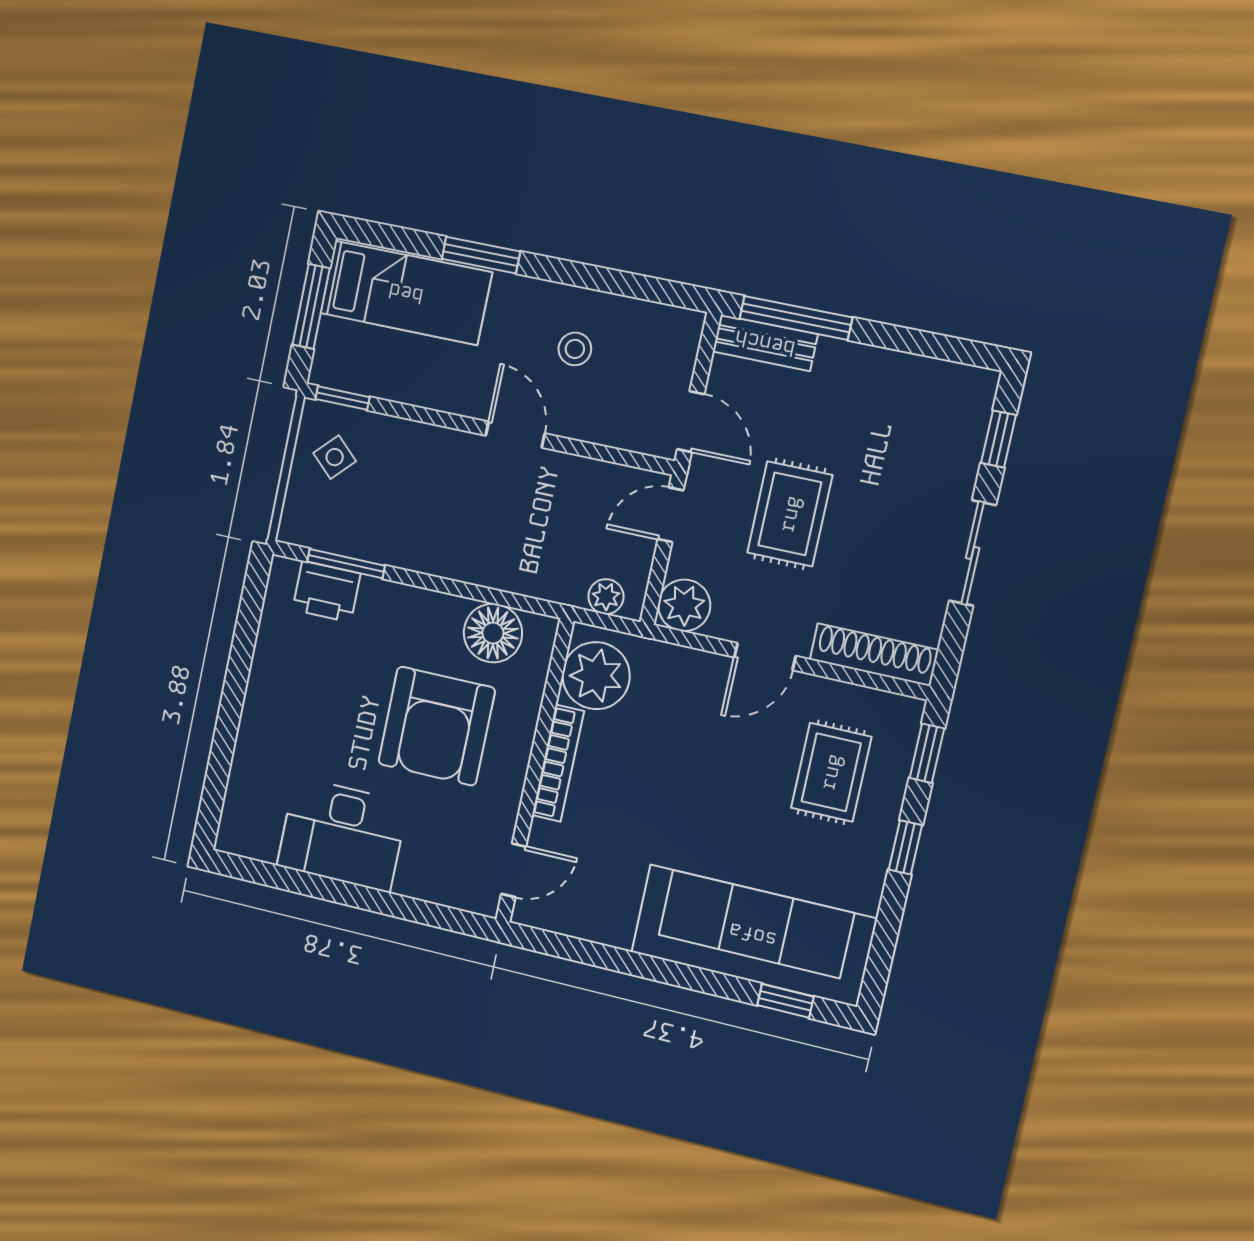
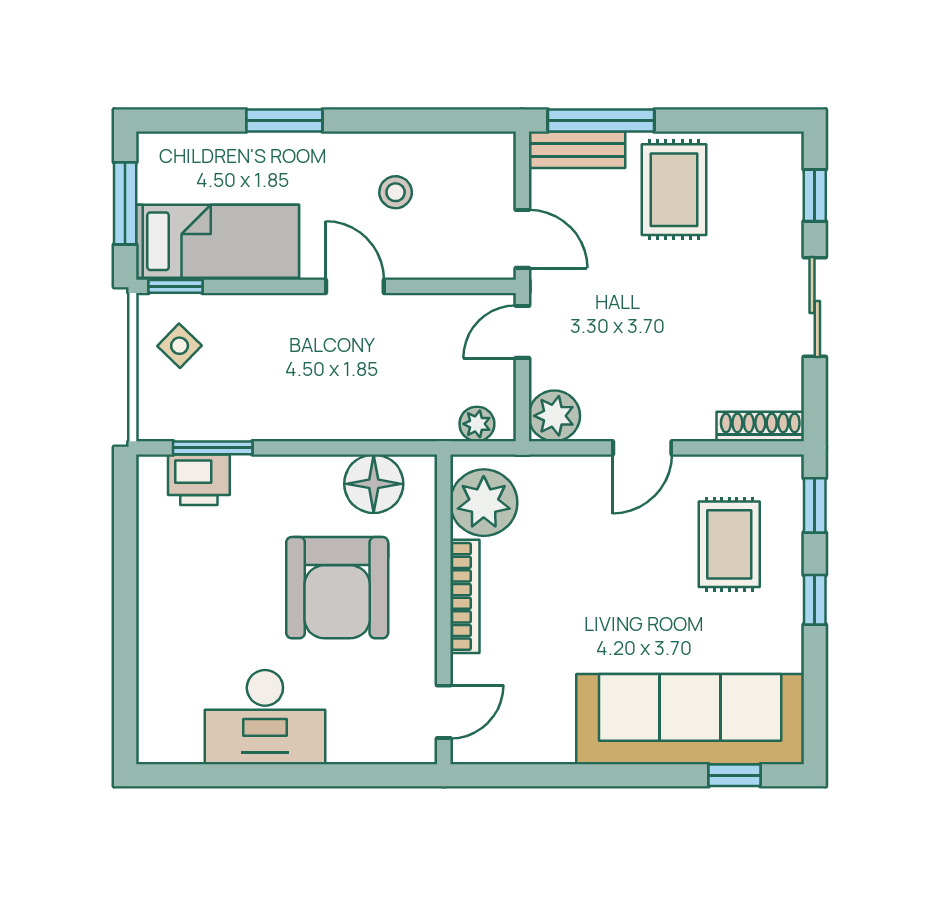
bed: (406, 293) -> (218, 241), moved
rug: (790, 514) -> (674, 190), moved
shoe rack: (874, 655) -> (760, 426), width x0.74, depth x0.81

